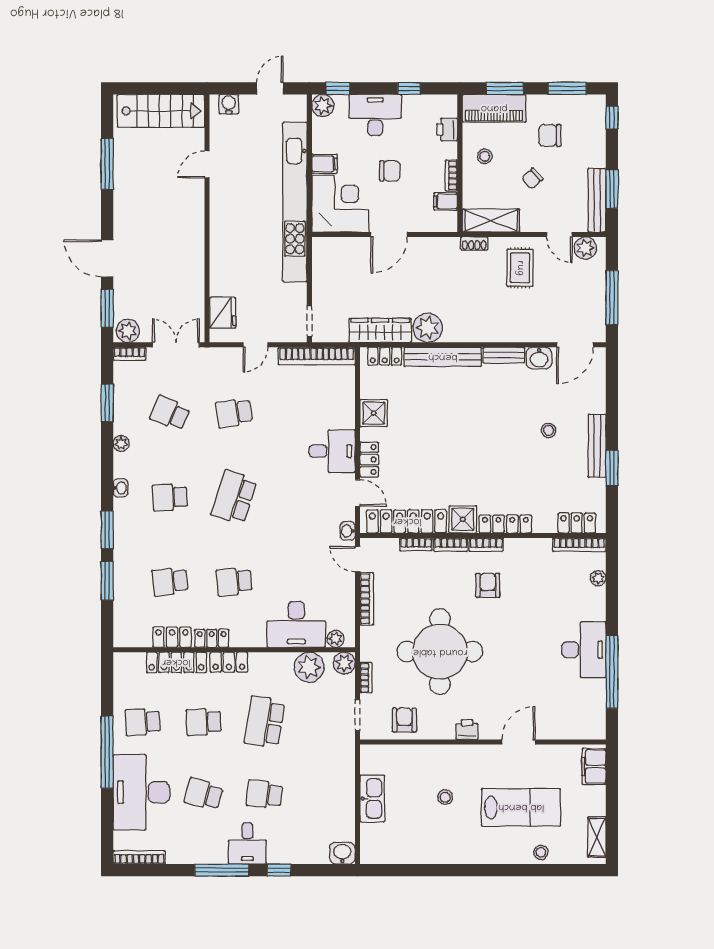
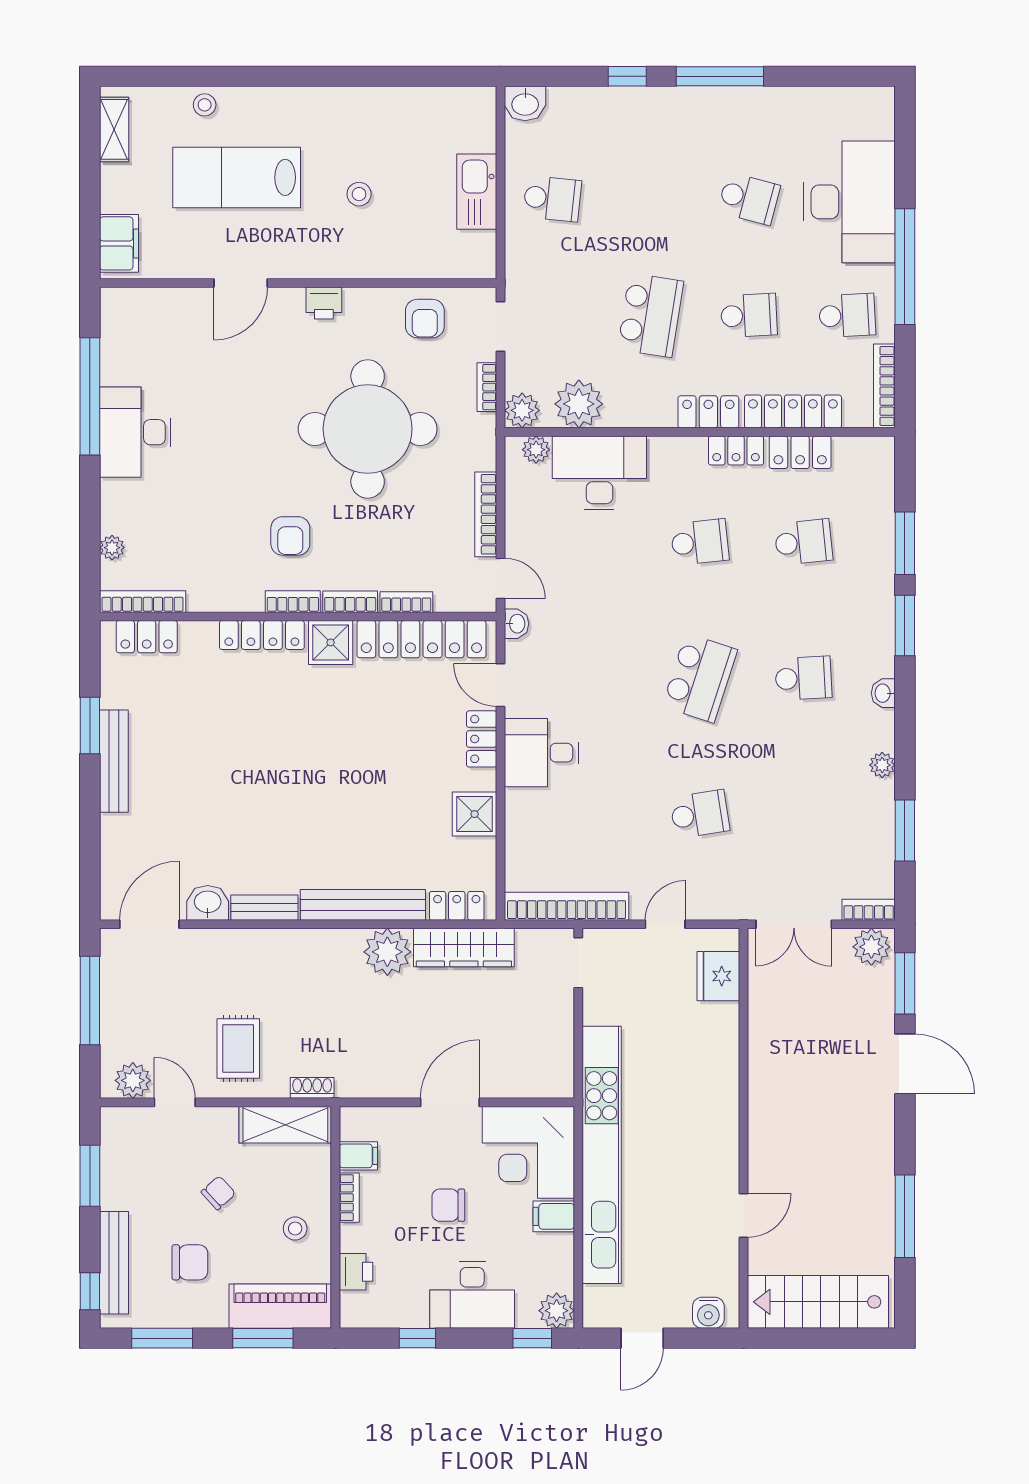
bench: (597, 200) -> (114, 1263), moved
school desk: (170, 413) -> (803, 814), removed
stool: (549, 430) -> (192, 786), removed
school desk: (265, 794) -> (552, 199), moved
desk: (247, 843) -> (678, 119), removed
bookcase: (139, 857) -> (884, 386), moved, turned 90

